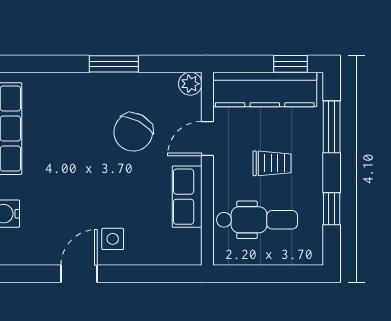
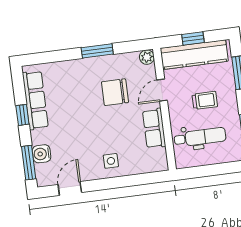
window: (290, 64) -> (193, 38), moved
chair: (133, 132) -> (115, 92), turned 62
door: (79, 274) -> (70, 188), moved

